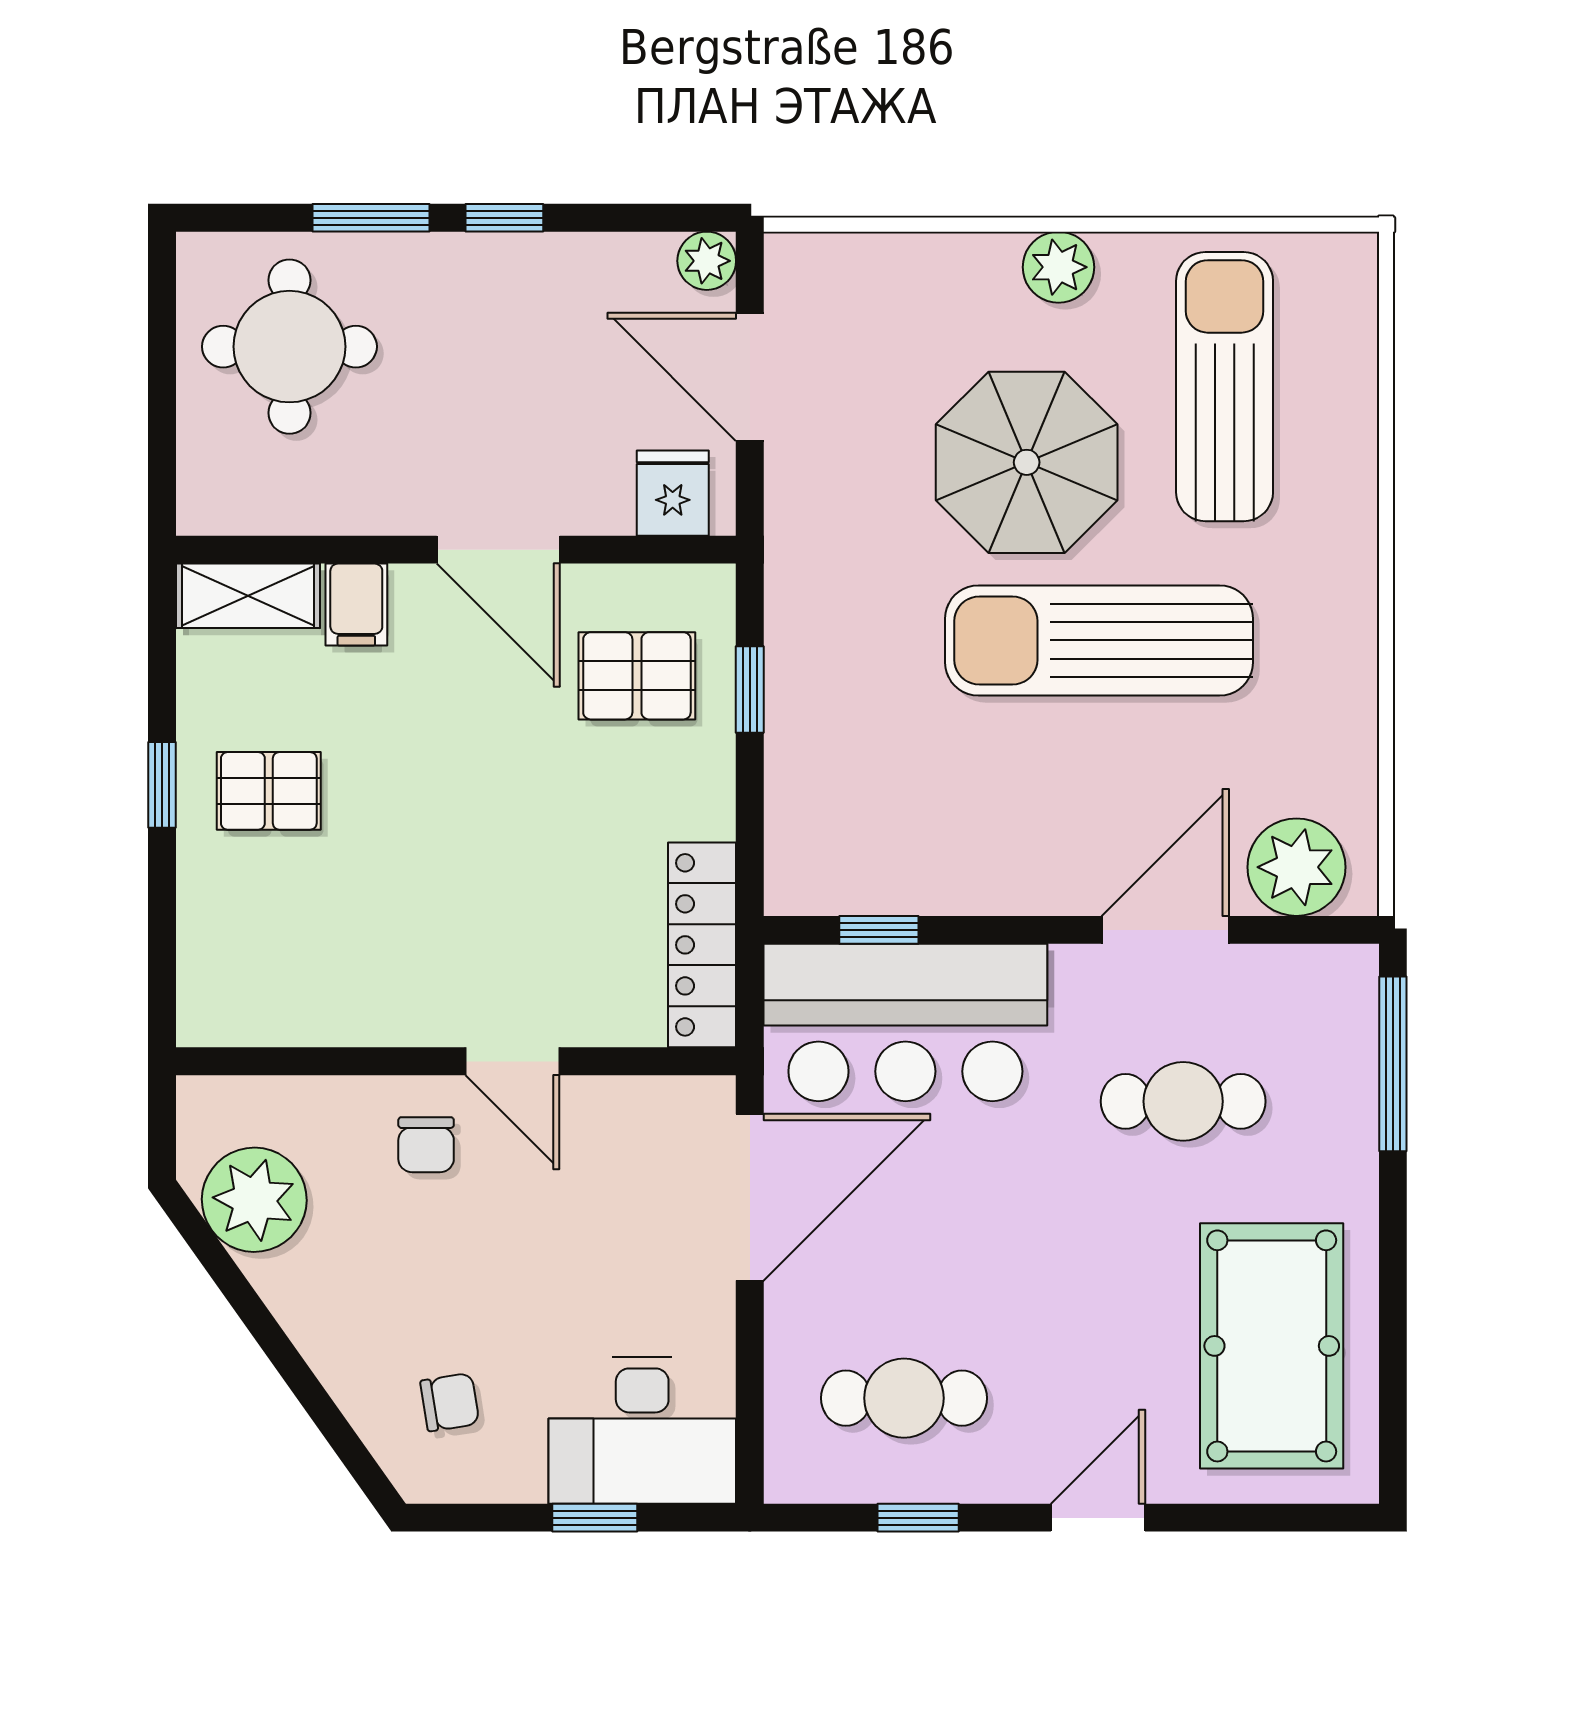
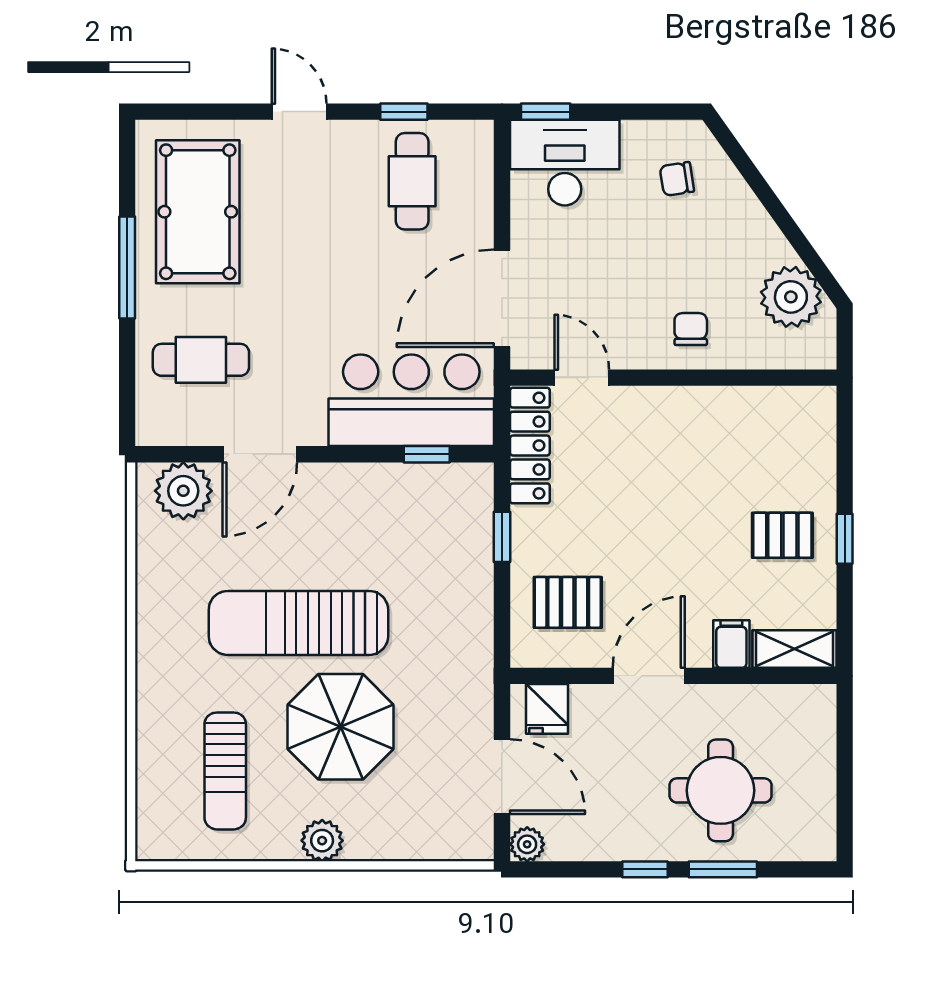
round table: (289, 347) -> (721, 790), moved
sun lounger: (1225, 387) -> (225, 771), width x0.73, depth x0.75
door: (498, 550) -> (649, 676), hinge flipped
sun lounger: (1099, 640) -> (298, 623), turned 180
window: (750, 689) -> (502, 537), moved
door: (512, 1061) -> (582, 378), moved
window: (1393, 1064) -> (127, 267), moved
cafe table: (1183, 1101) -> (201, 360), moved
cafe table: (904, 1398) -> (412, 181), turned 90
window: (595, 1518) -> (546, 112), moved
door: (1098, 1518) -> (299, 112), swing flipped

